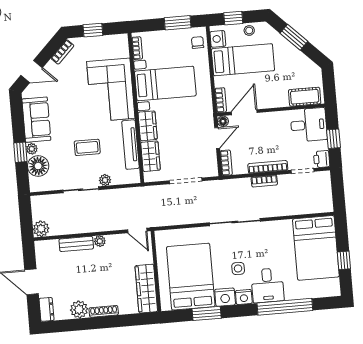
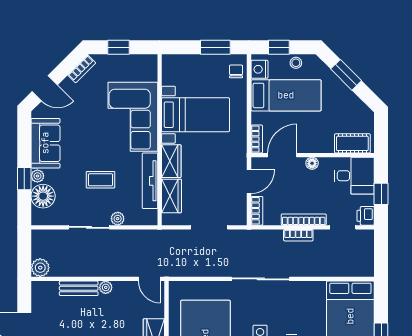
bookcase: (137, 48) -> (167, 72), removed
floor lamp: (223, 121) -> (312, 163), moved

